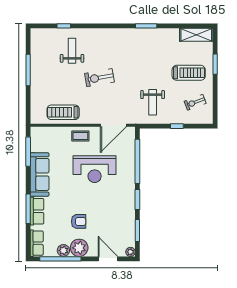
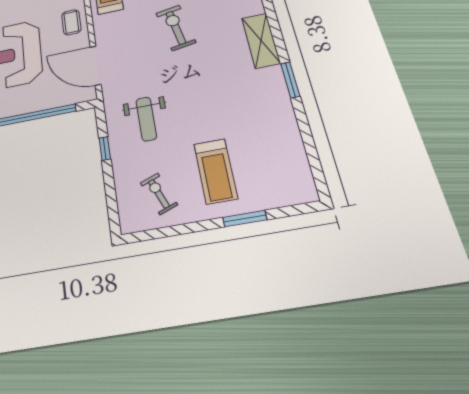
shelving: (196, 35) -> (261, 40), moved
weight bench: (153, 102) -> (146, 119), turned -90
window: (177, 126) -> (105, 149), moved

